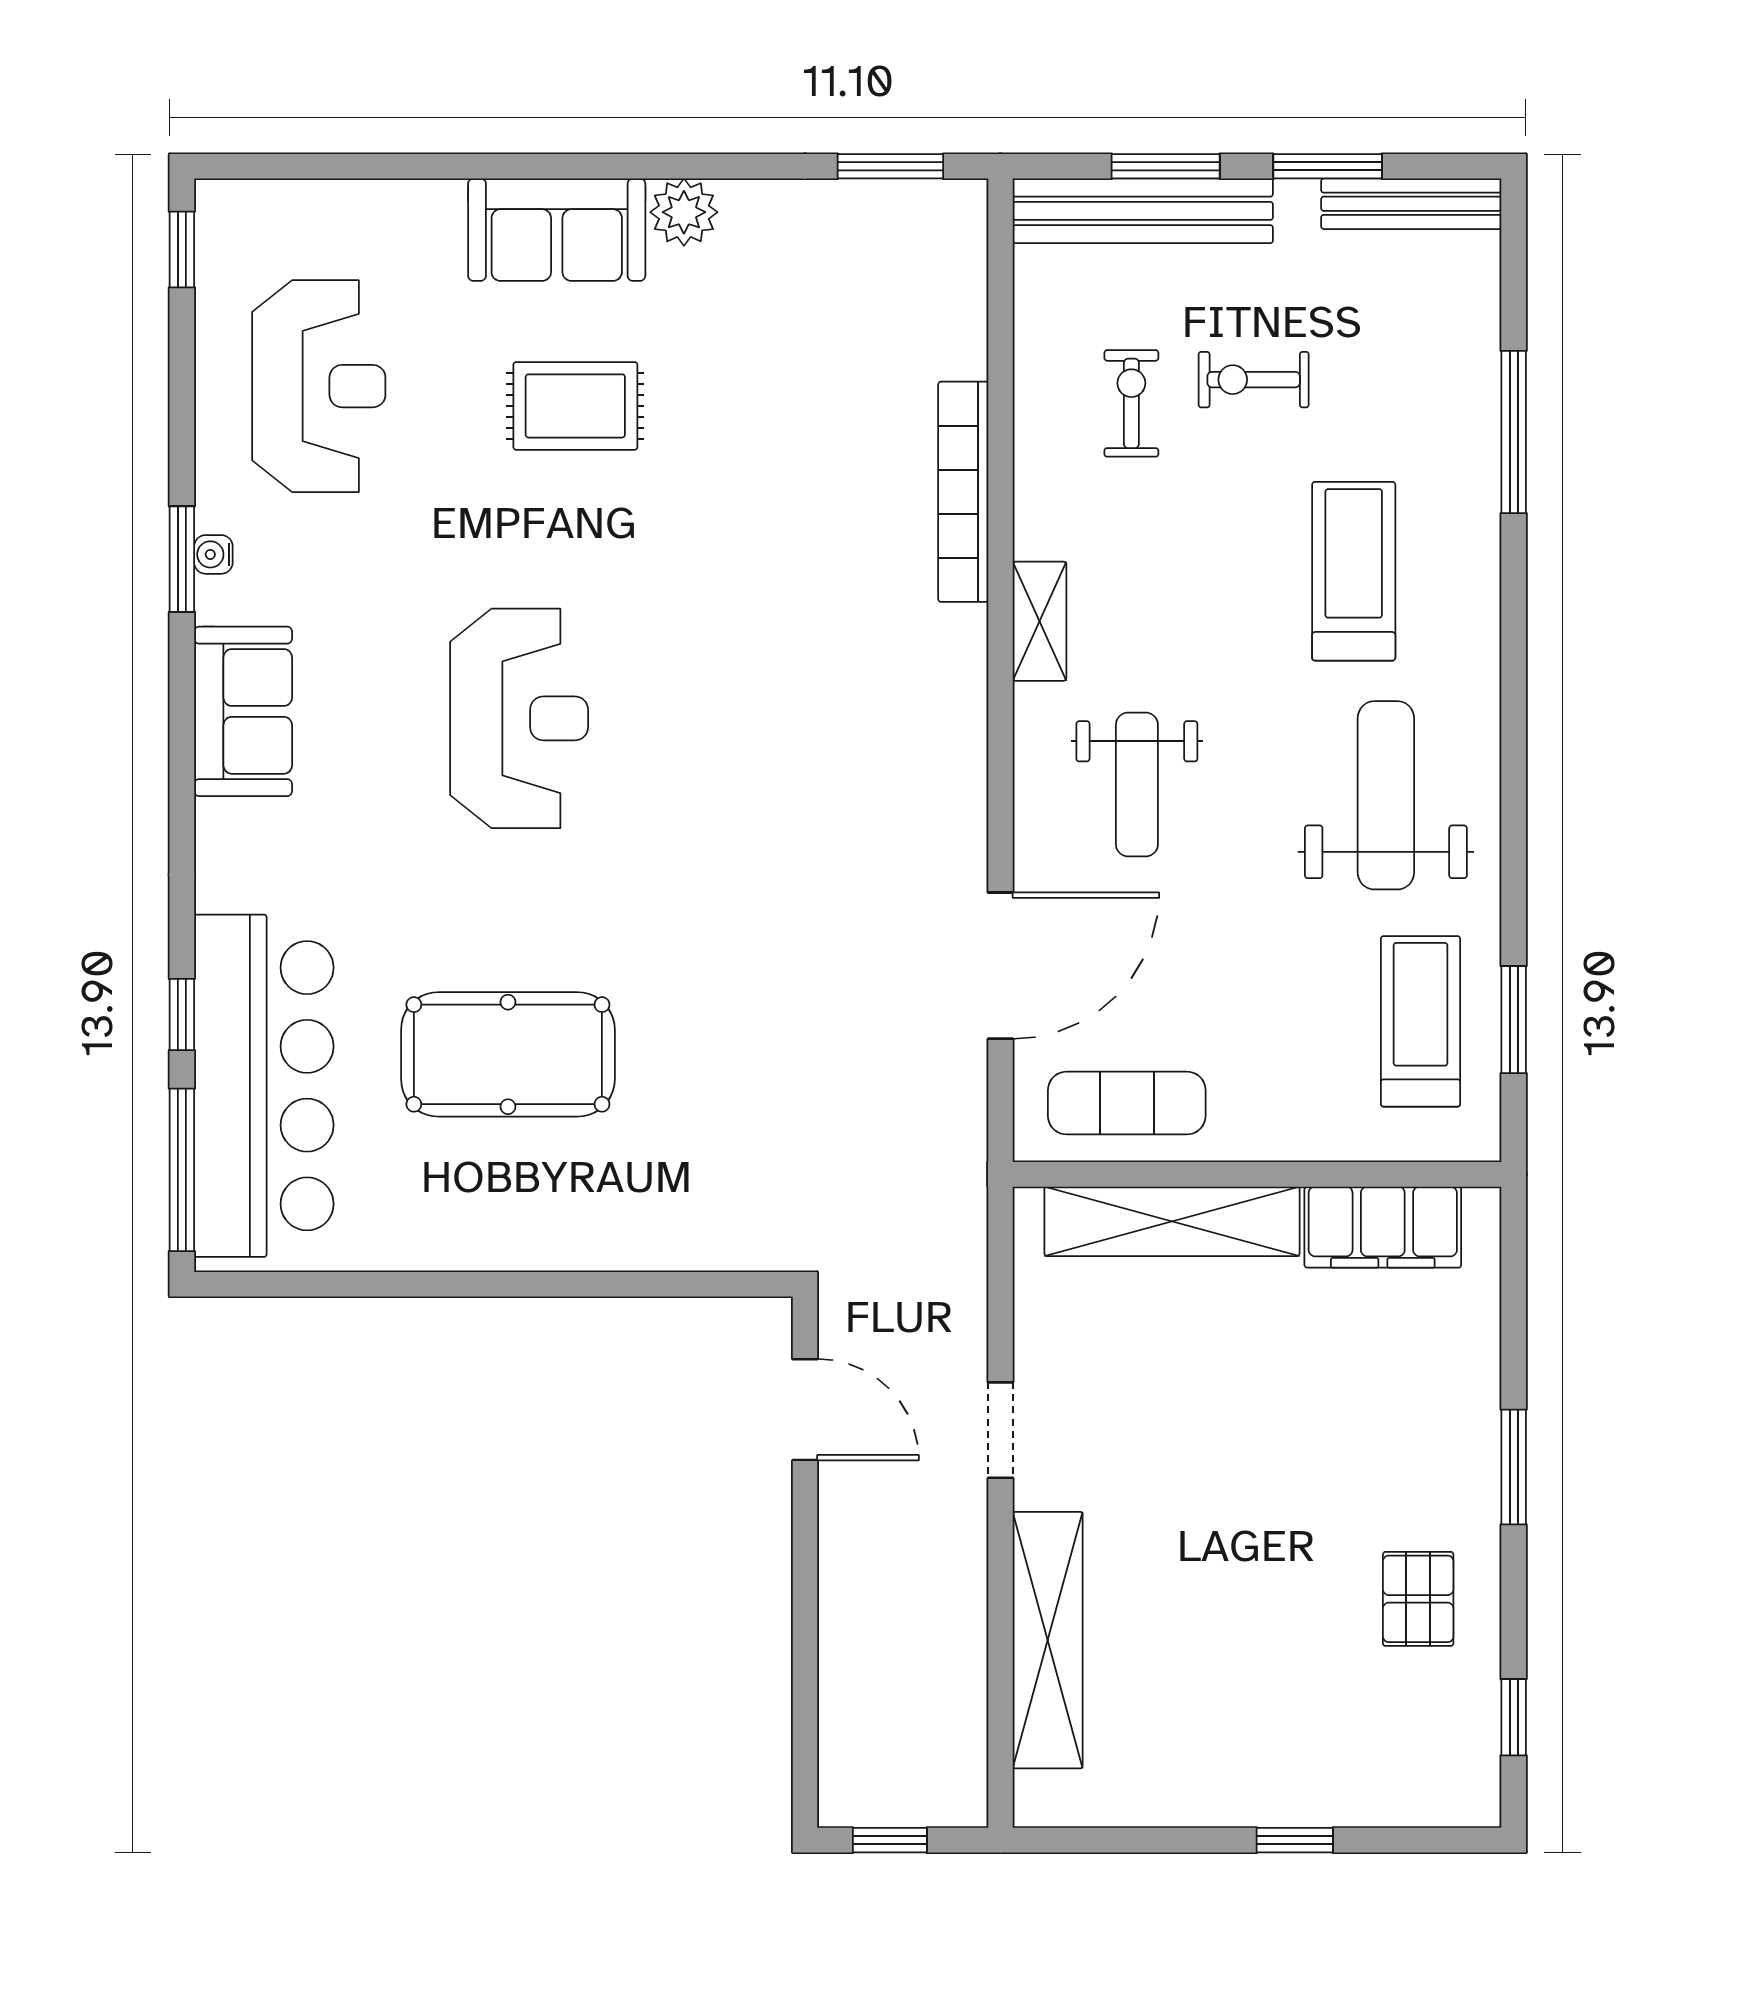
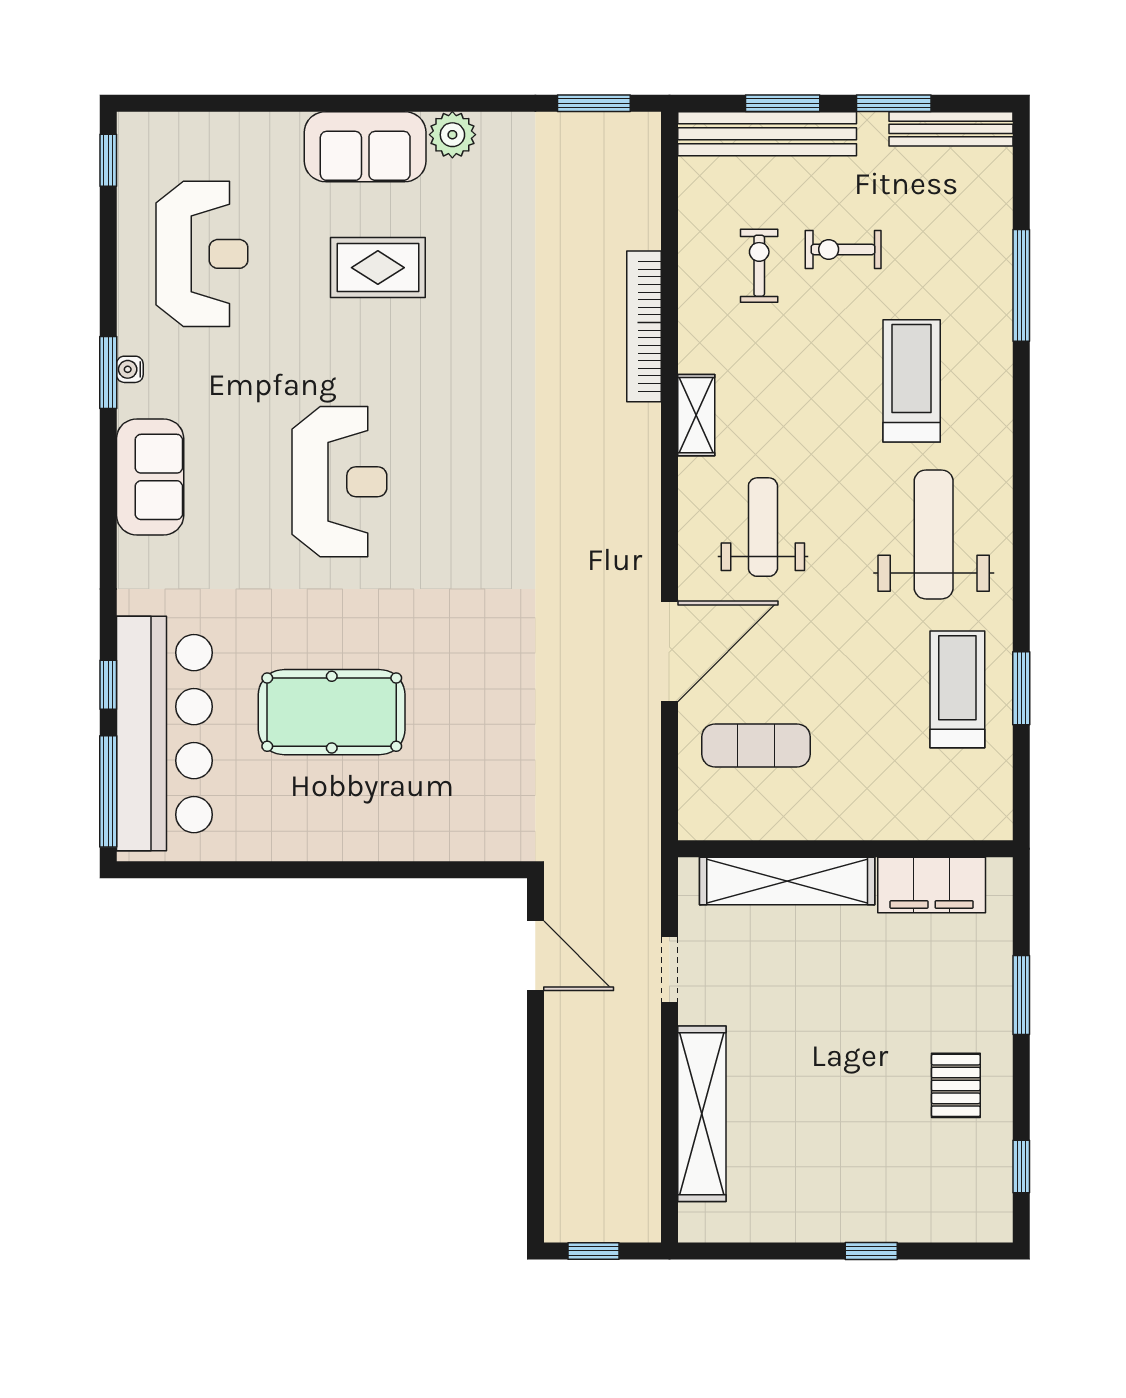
weight bench: (1137, 784) -> (763, 527), turned 180
wall: (1257, 1174) -> (845, 849), moved
shelving: (1172, 1221) -> (787, 881), moved
filing cabinet: (1383, 1227) -> (932, 885), moved

